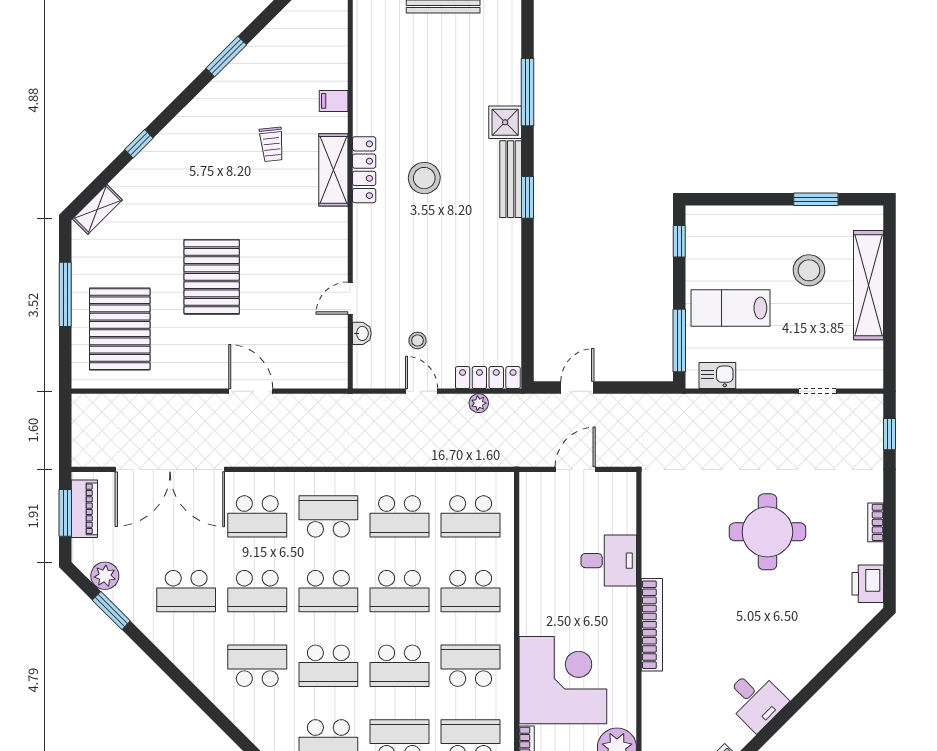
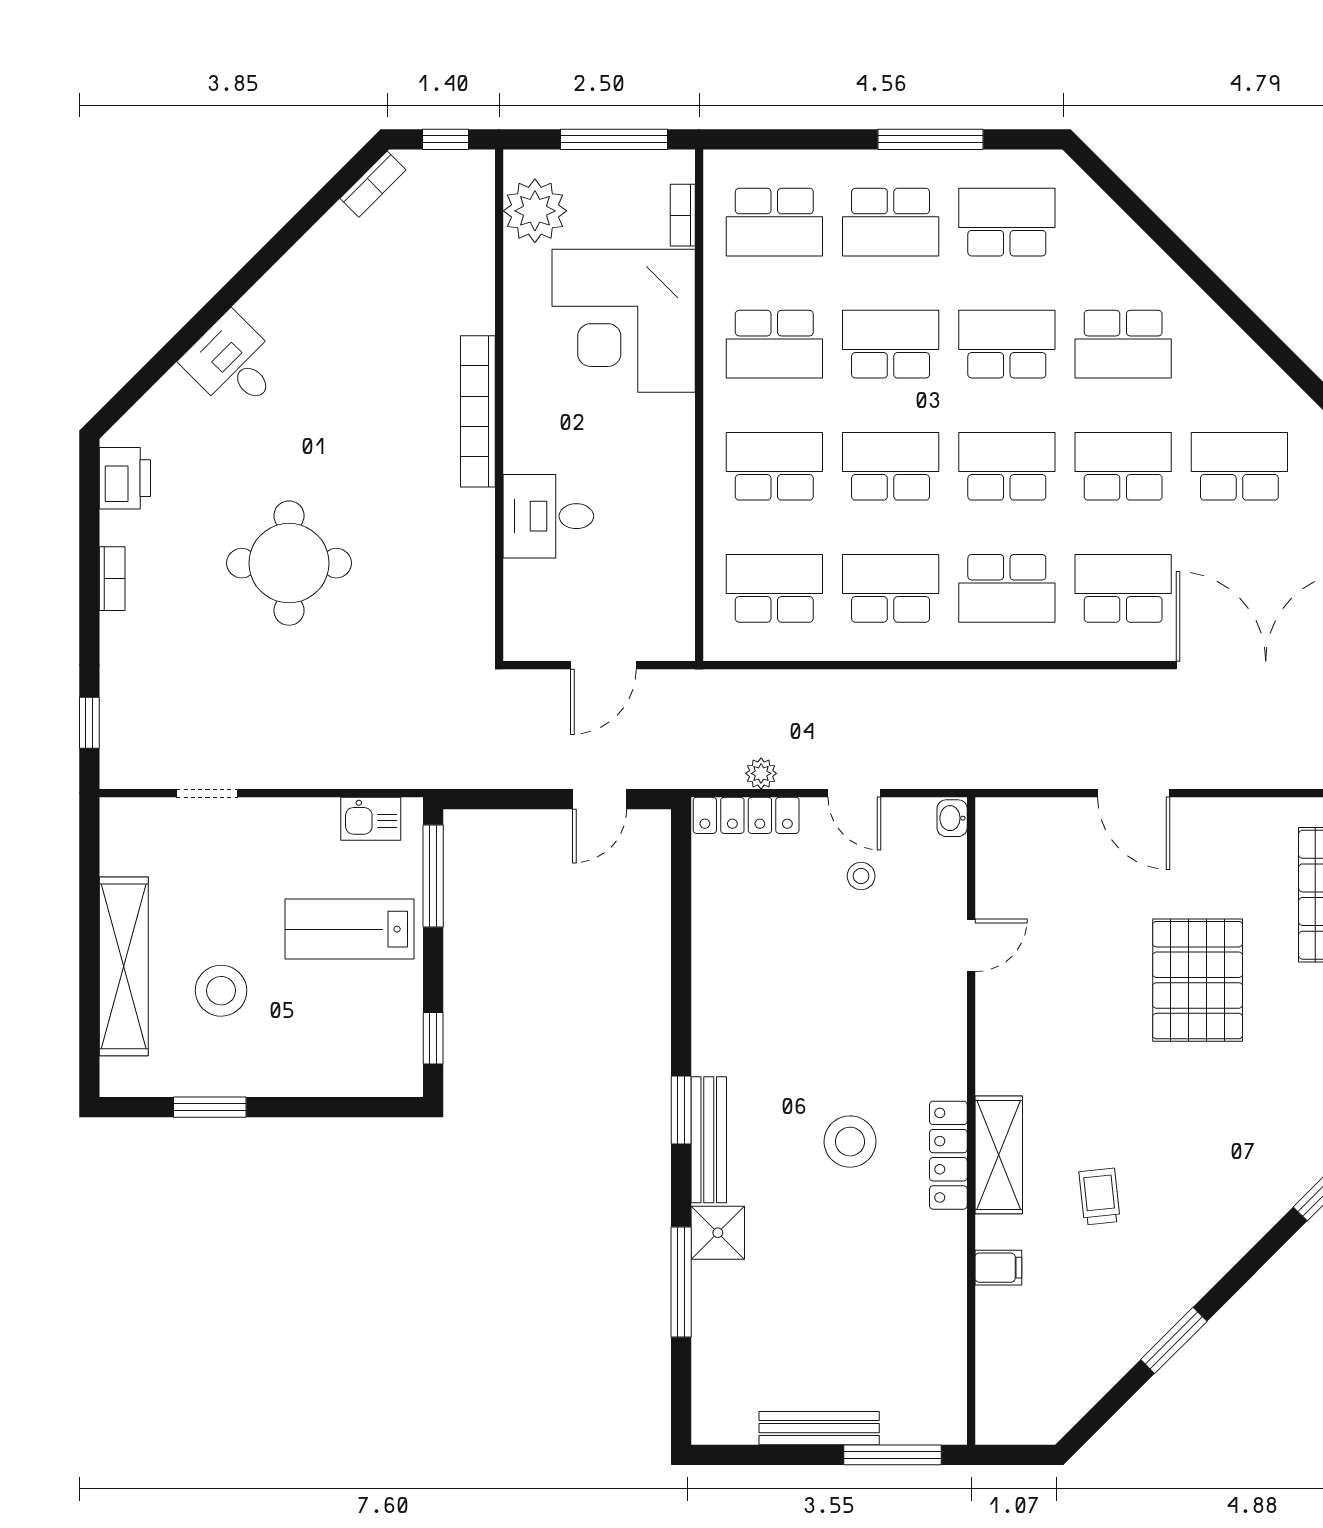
lab bench: (730, 308) -> (349, 929), turned 180
washbasin: (362, 333) -> (952, 818), moved
desk: (755, 700) -> (233, 364), moved

